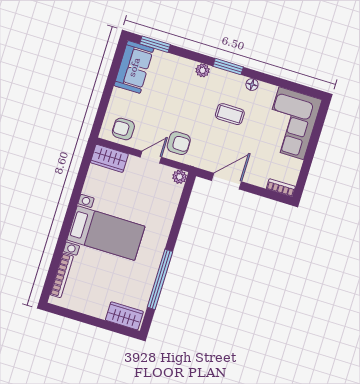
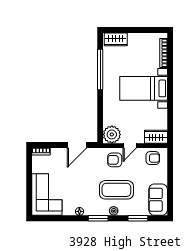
window: (155, 44) -> (138, 218), moved
coffee table: (230, 114) -> (116, 190), moved, width x1.86, depth x1.72
plant: (180, 177) -> (112, 134), width x1.88, depth x1.88

